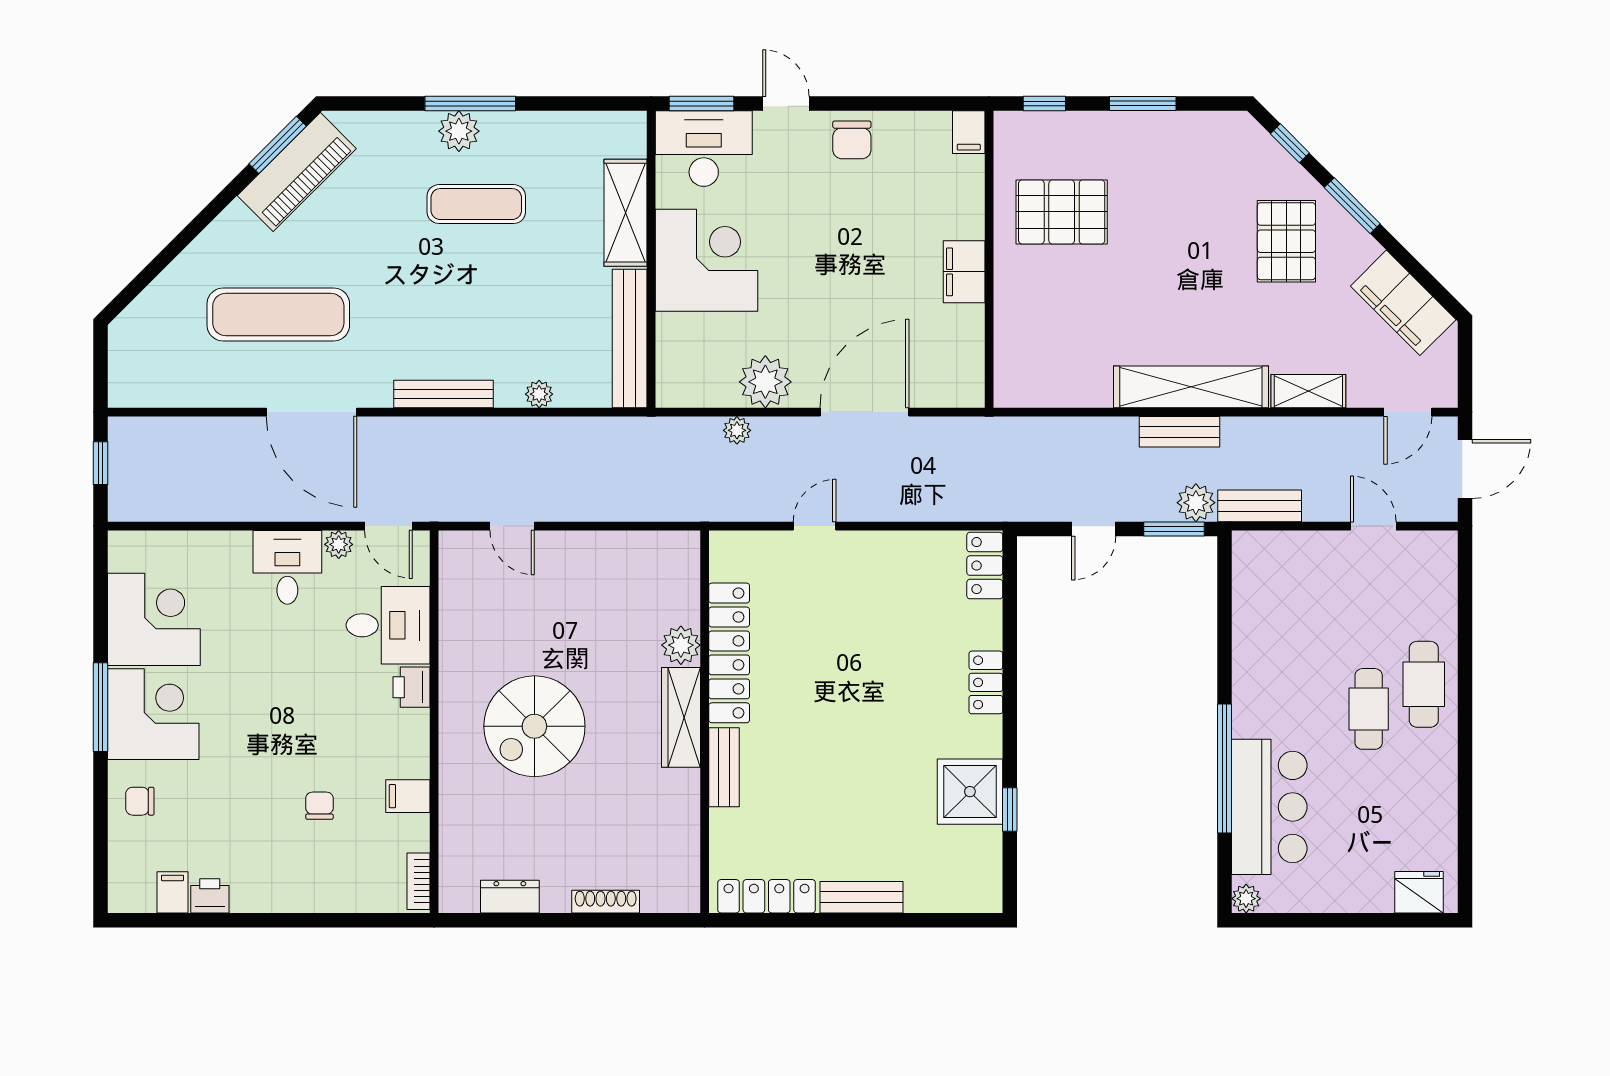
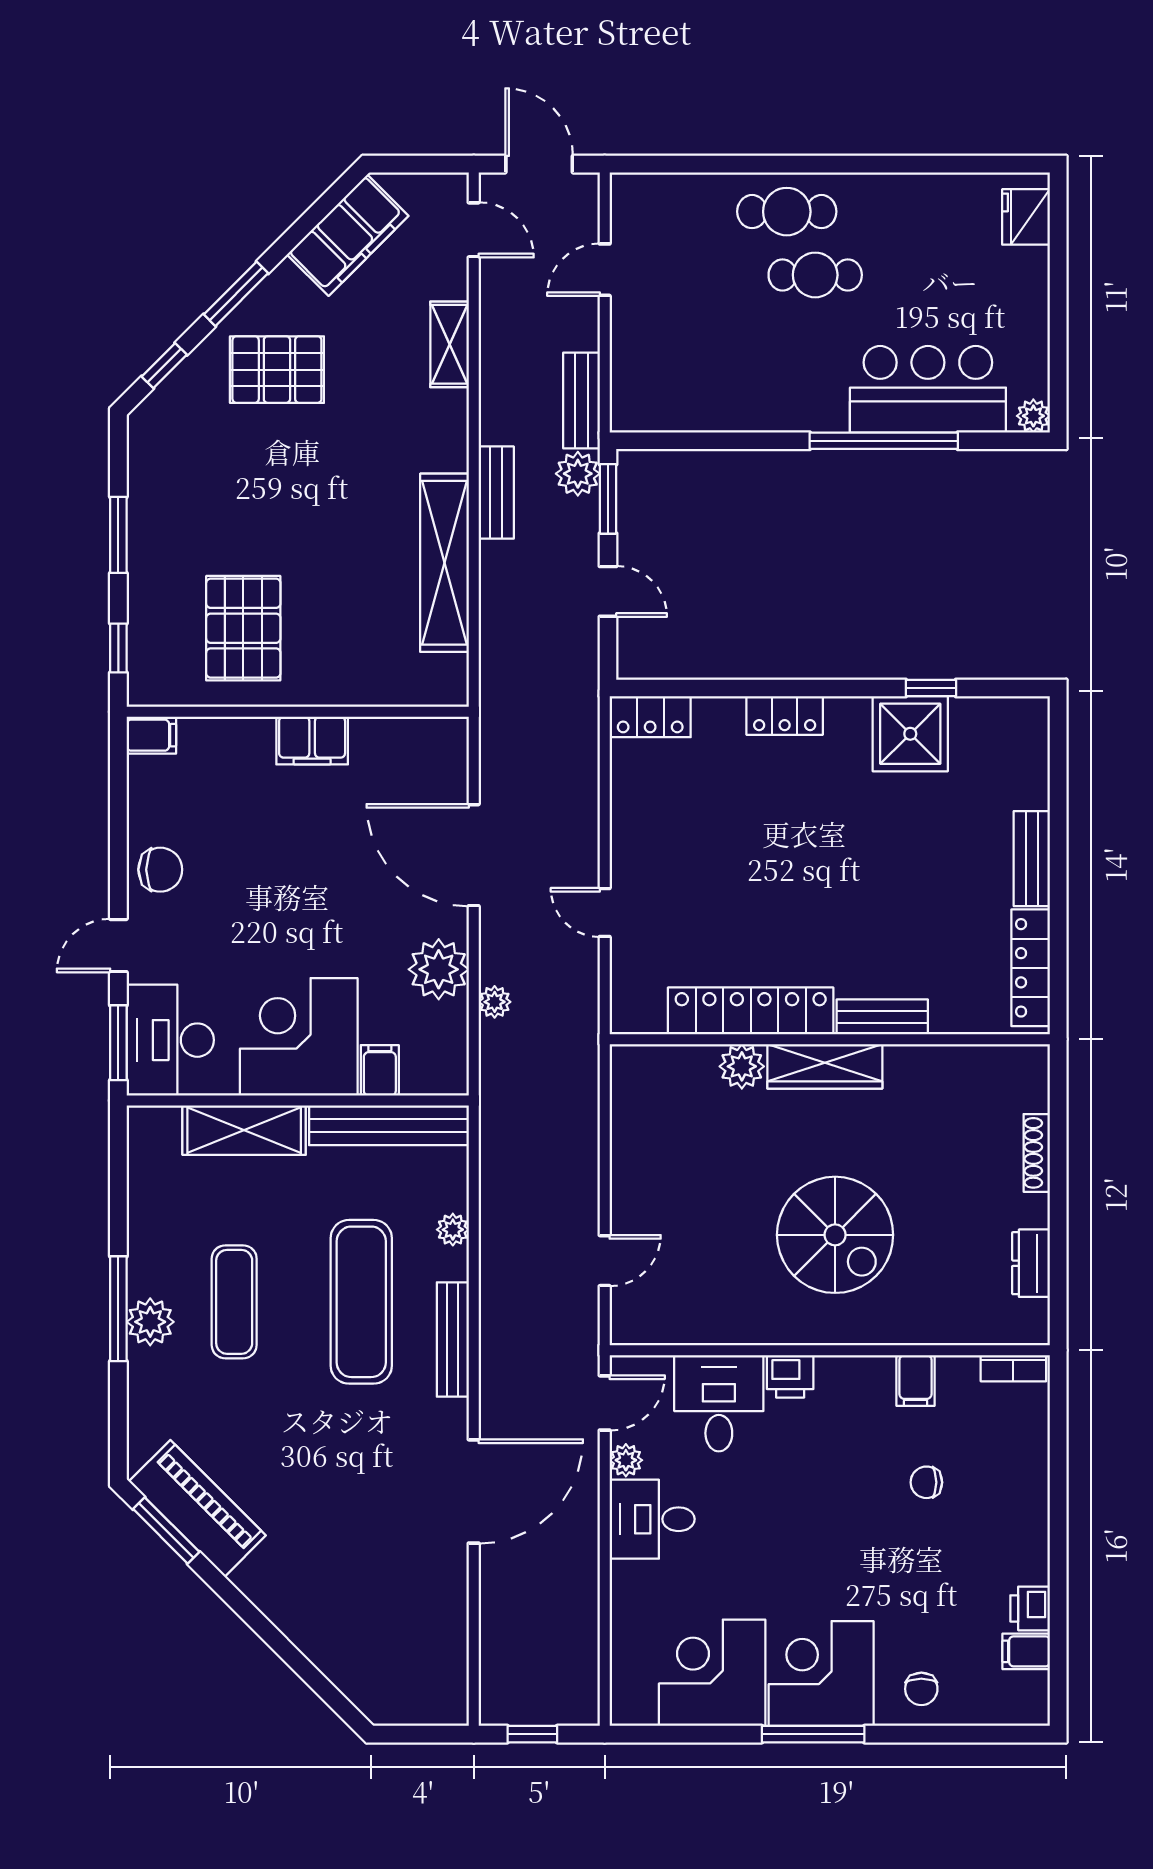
exercise mat: (278, 315) -> (361, 1302), moved
filing cabinet: (677, 331) -> (380, 1070), added
shelving: (1191, 387) -> (445, 563), moved

